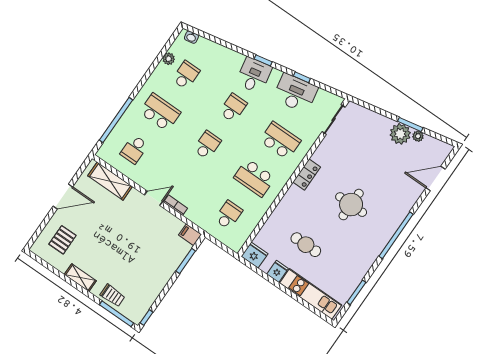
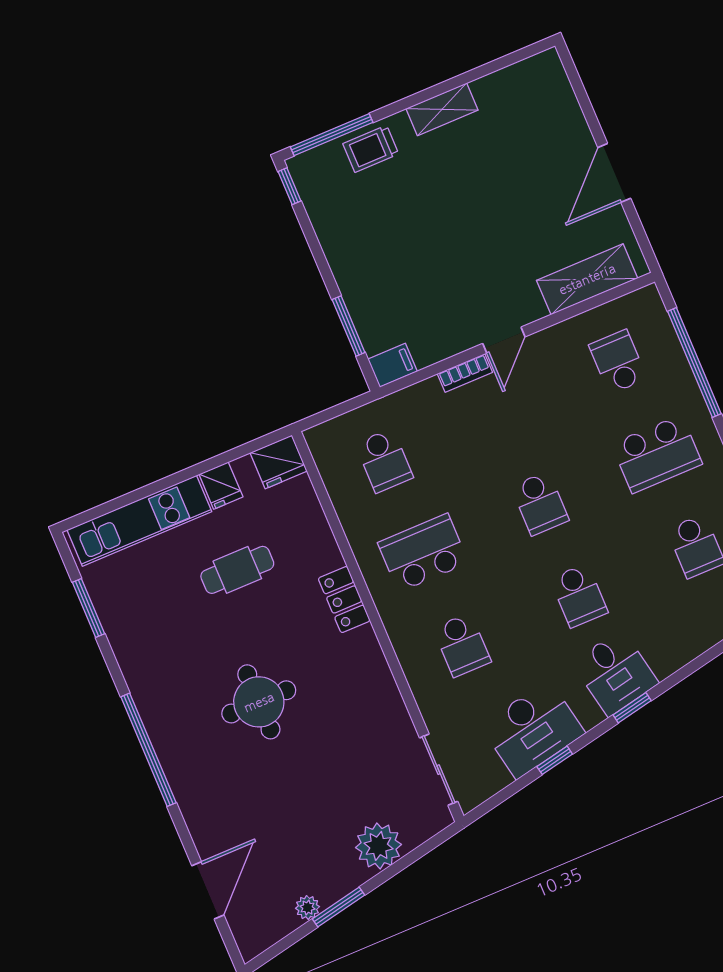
plant: (400, 134) -> (379, 846), moved
school desk: (280, 141) -> (462, 645), width x0.54
locker: (307, 175) -> (344, 599), moved
pallet: (62, 240) -> (534, 121), removed

